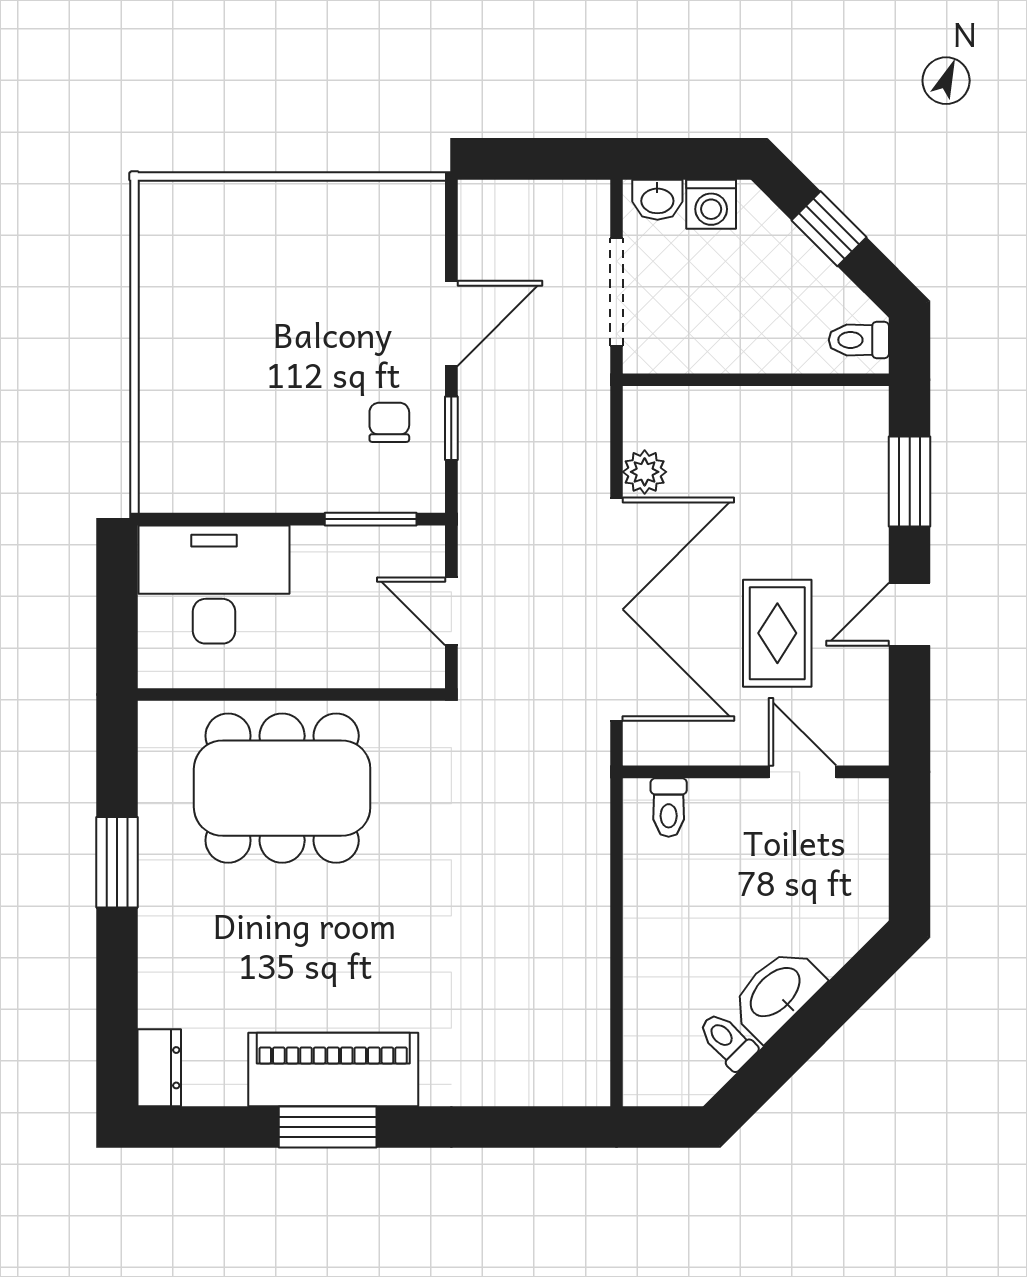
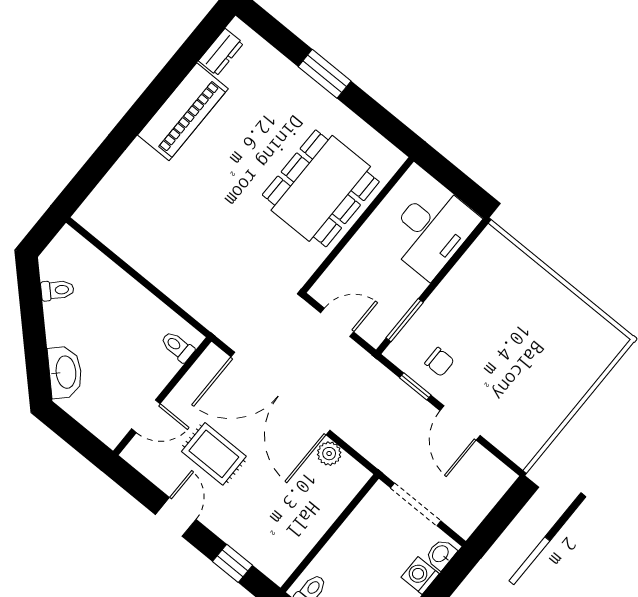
window: (910, 481) -> (232, 563), width x0.67
window: (117, 862) -> (325, 74), moved
washbasin: (776, 993) -> (65, 372), moved
dresser: (159, 1068) -> (221, 52), moved, turned -90
window: (328, 1127) -> (160, 89), removed

